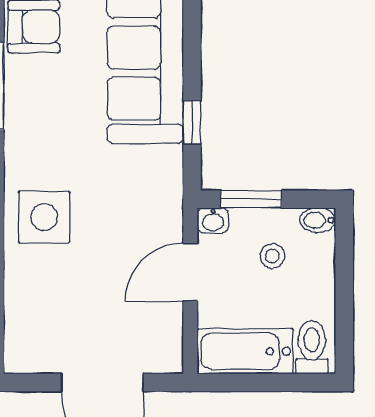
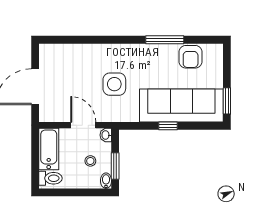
window: (192, 123) -> (168, 126), moved
window: (251, 199) -> (115, 166), moved
side table: (44, 217) -> (114, 84), moved

